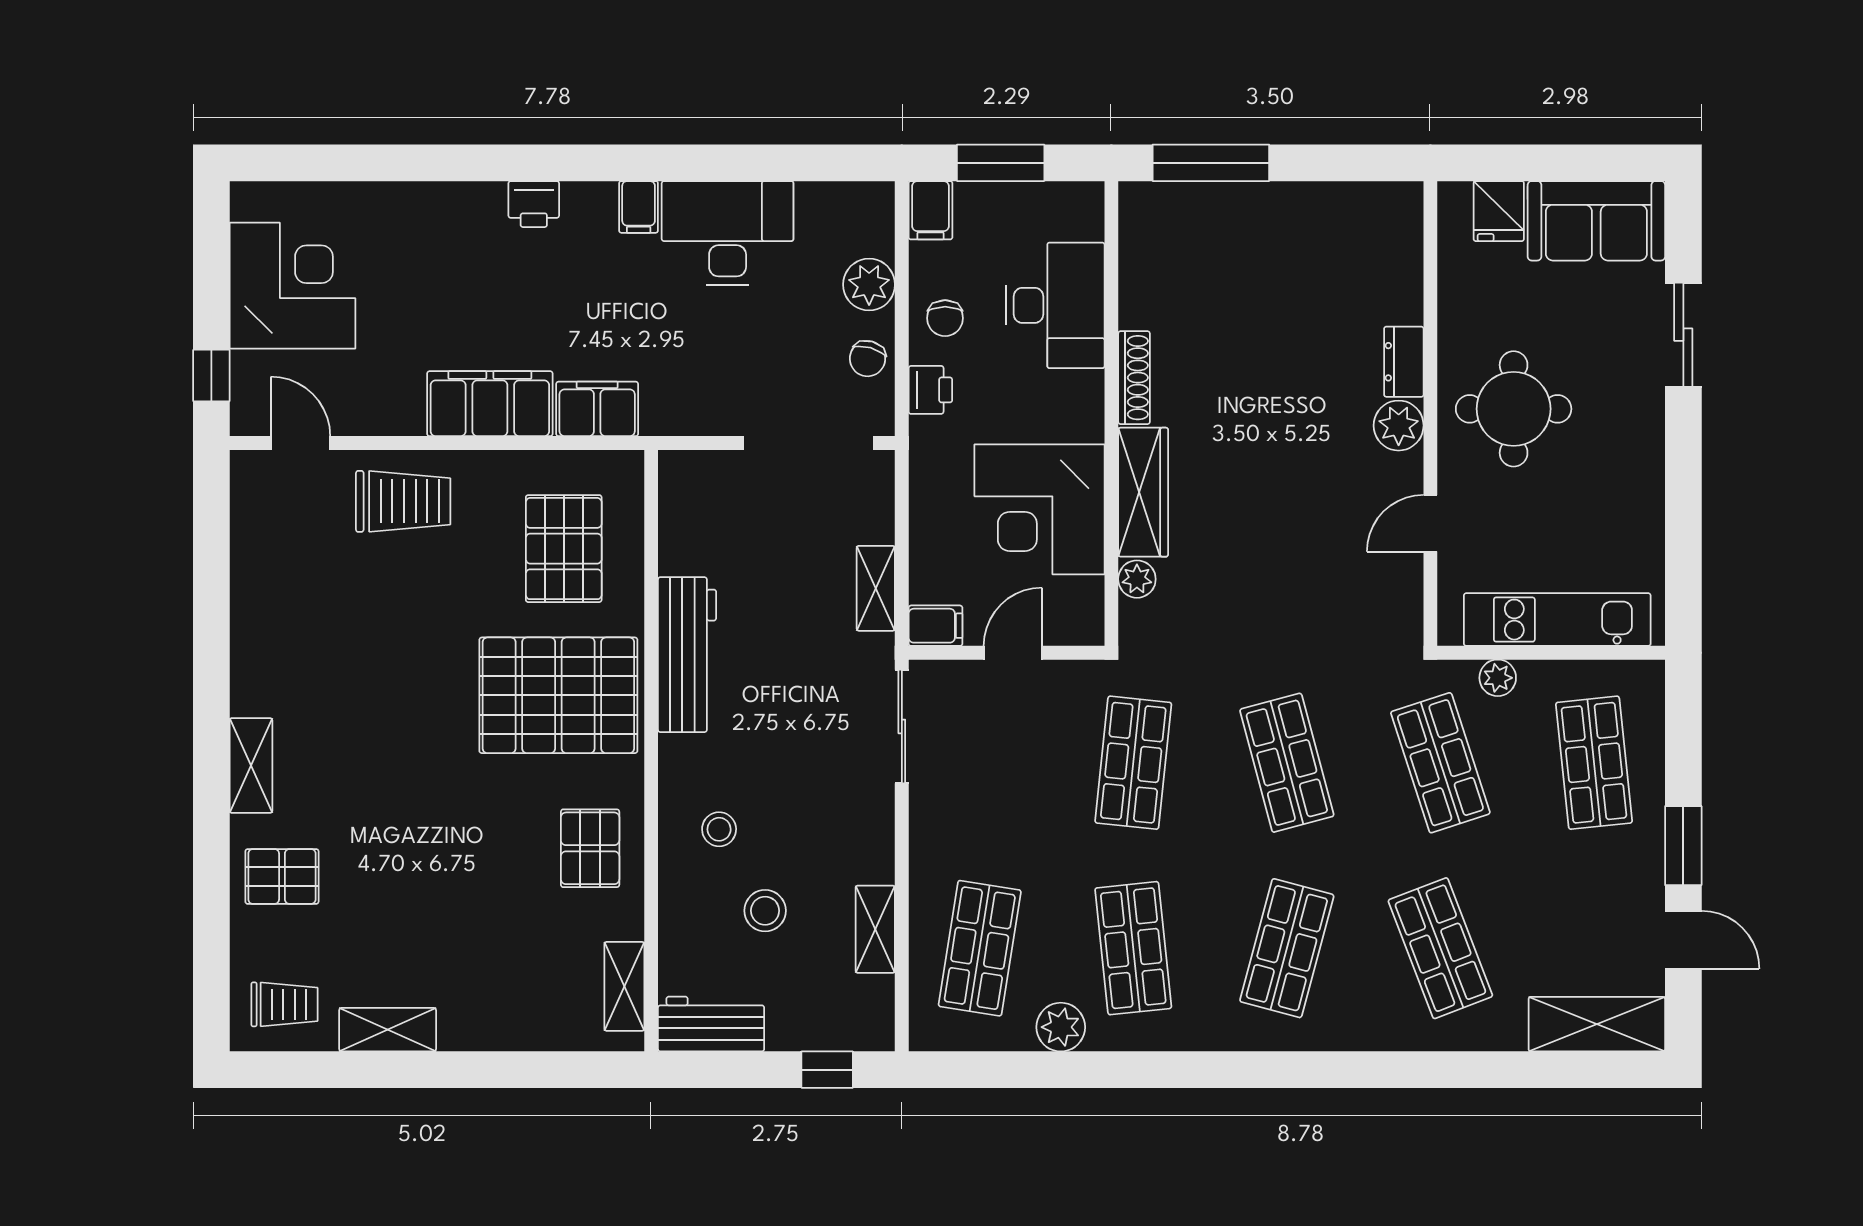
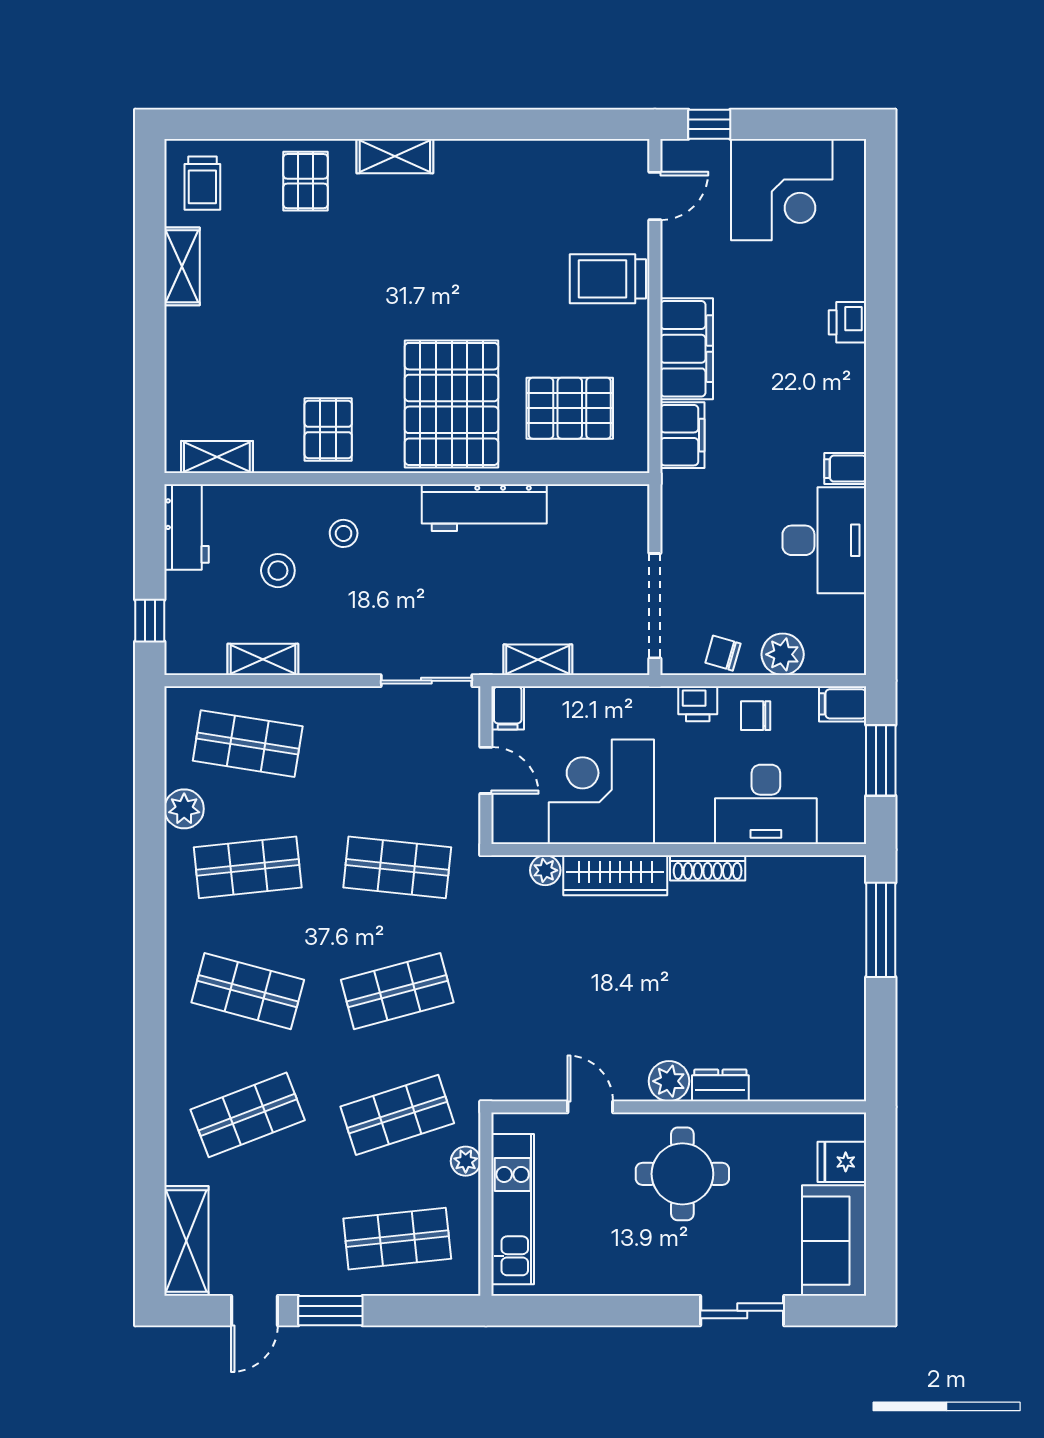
printer: (534, 204) -> (848, 322), moved
trolley: (403, 501) -> (608, 279), turned 90
pallet: (590, 848) -> (328, 429), turned 90

